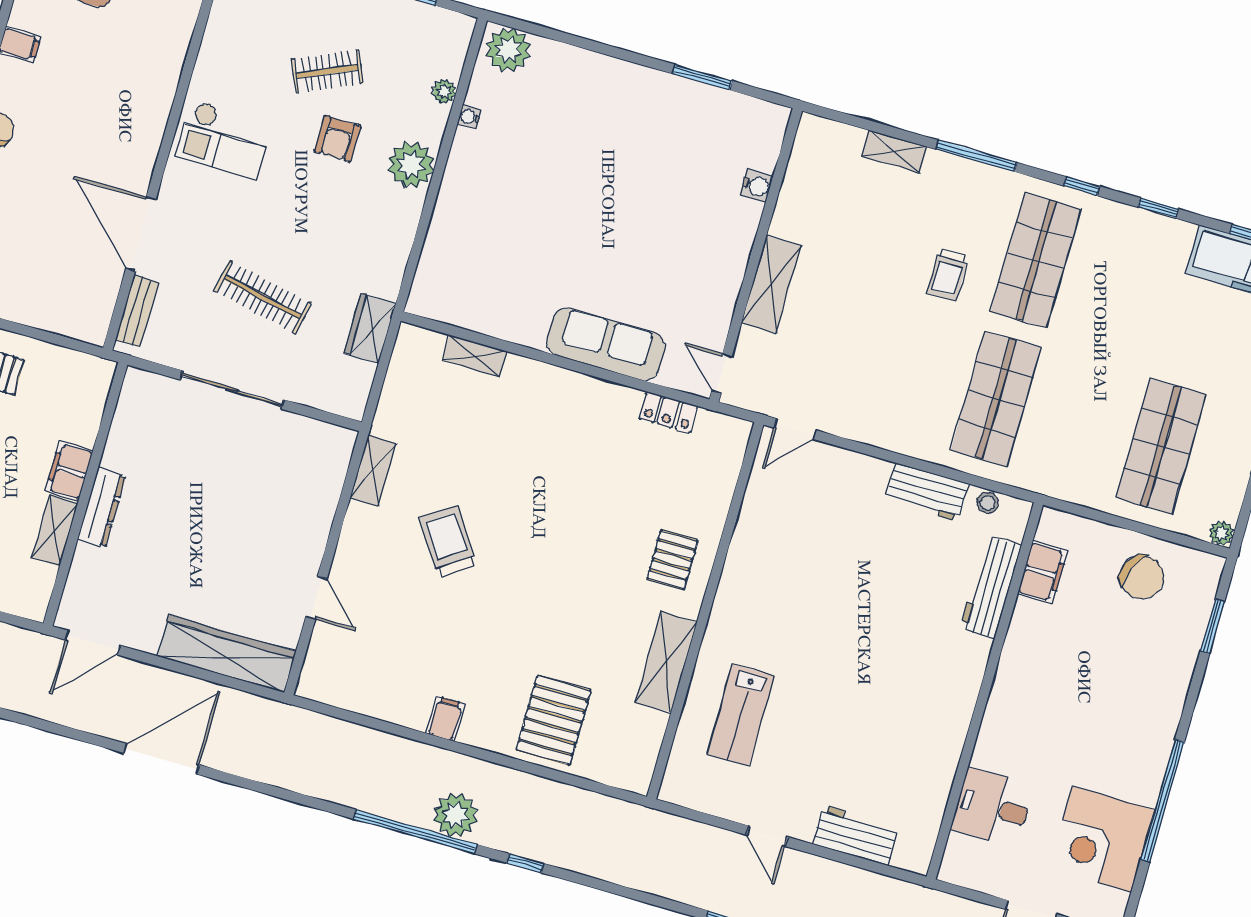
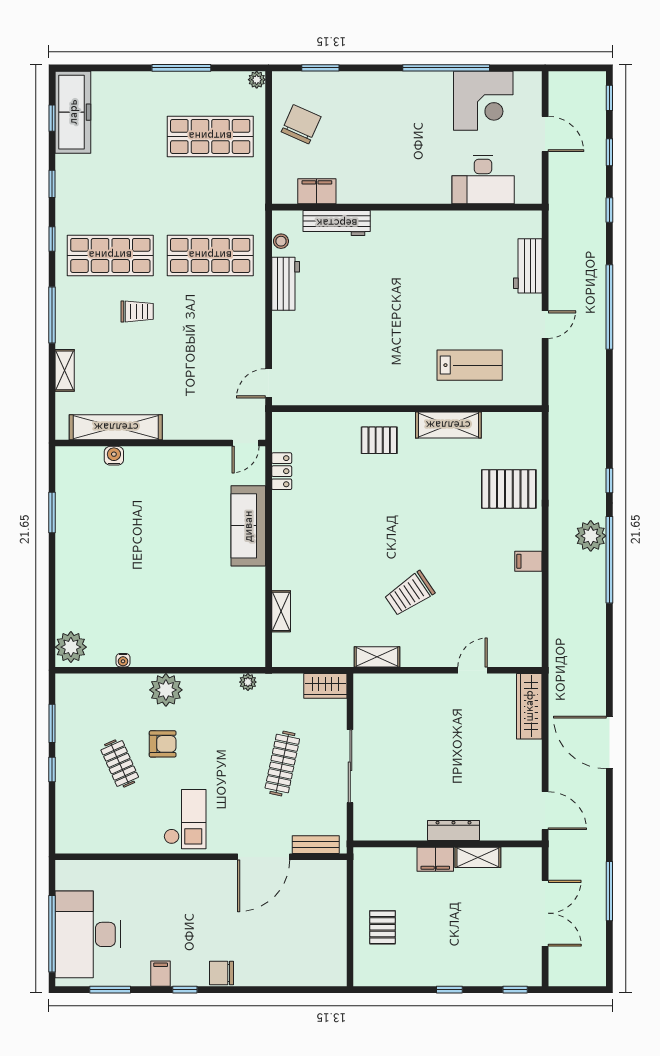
plant: (444, 91) -> (248, 682), moved
shelving: (771, 284) -> (116, 427), moved, width x1.47
wardrobe: (370, 329) -> (325, 686), moved
door: (795, 429) -> (269, 383), swing flipped
wardrobe: (227, 654) -> (529, 706), width x0.71, depth x0.85
desk: (993, 807) -> (483, 180), width x1.37

